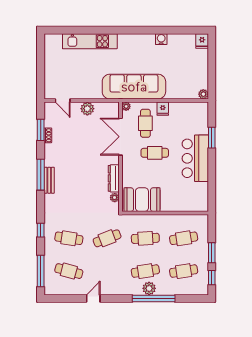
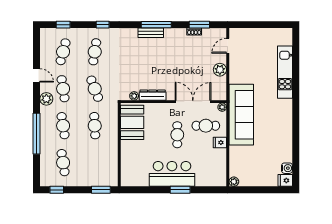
water cooler: (161, 39) -> (287, 168), moved
window: (212, 138) -> (180, 190), moved
cafe table: (184, 238) -> (63, 89), moved
window: (212, 253) -> (101, 190), moved
window: (41, 271) -> (63, 25), width x0.46
plant: (149, 288) -> (46, 99), moved

